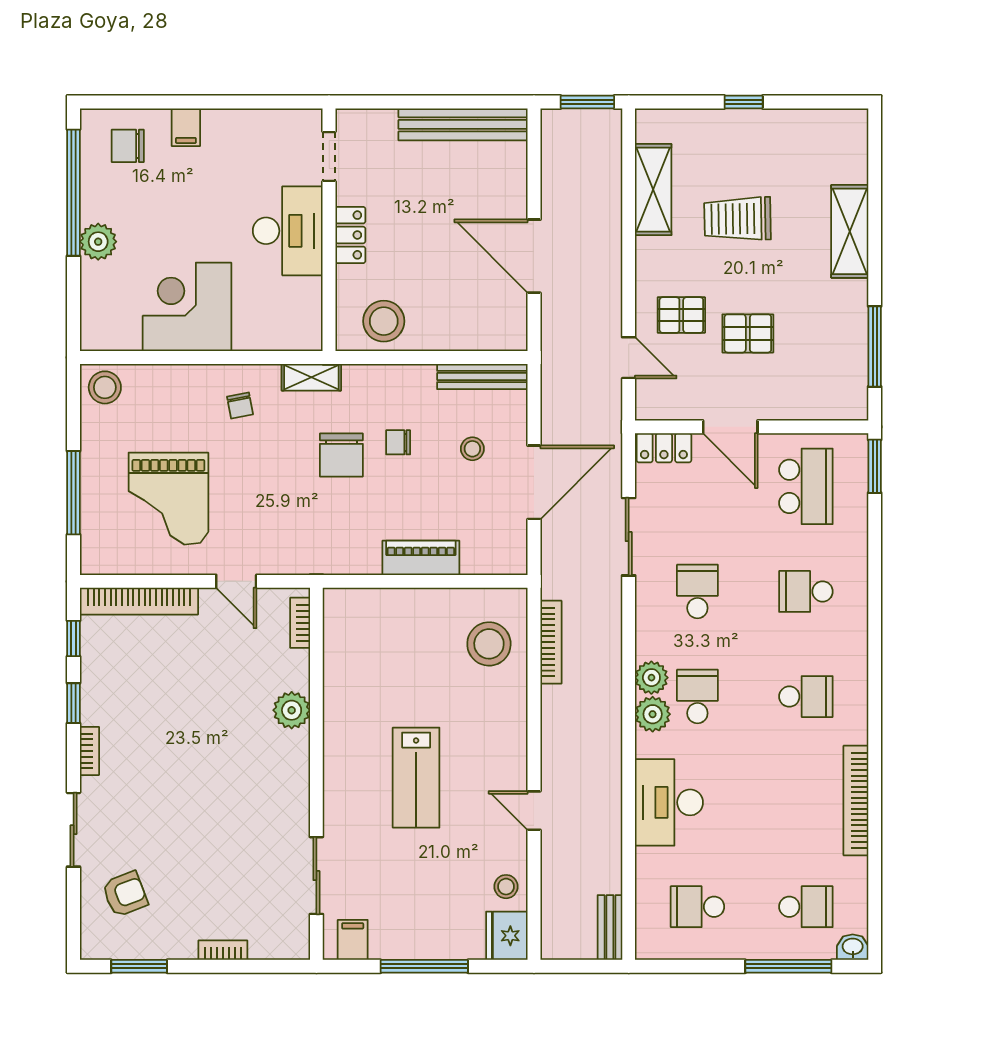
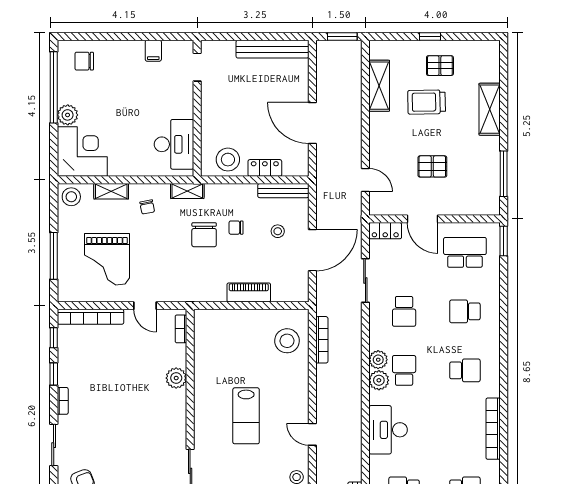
filing cabinet: (186, 127) -> (153, 51), moved
desk: (288, 231) -> (174, 144), moved
locker: (350, 235) -> (265, 168), moved, turned -90
corner desk: (187, 307) -> (82, 152), moved, turned 90
pallet: (681, 315) -> (440, 66), moved
shelving: (176, 378) -> (111, 191), added
school desk: (806, 486) -> (465, 252), turned -90
school desk: (697, 591) -> (404, 311), turned 180

